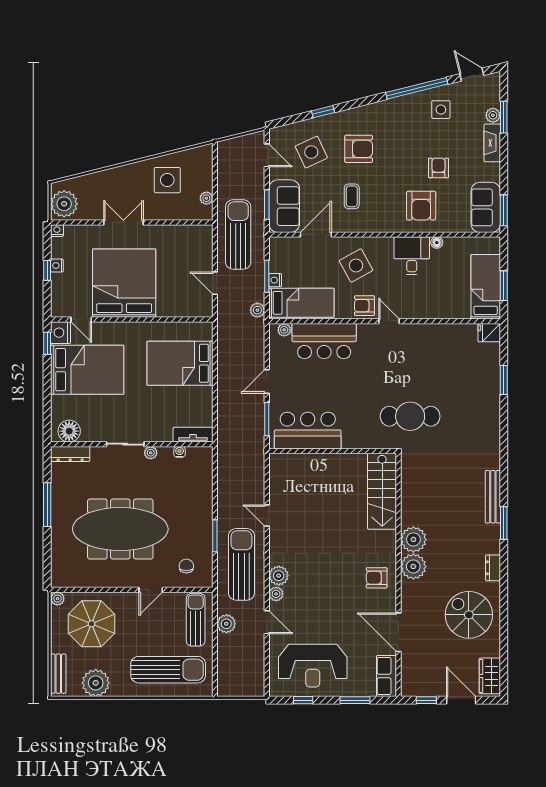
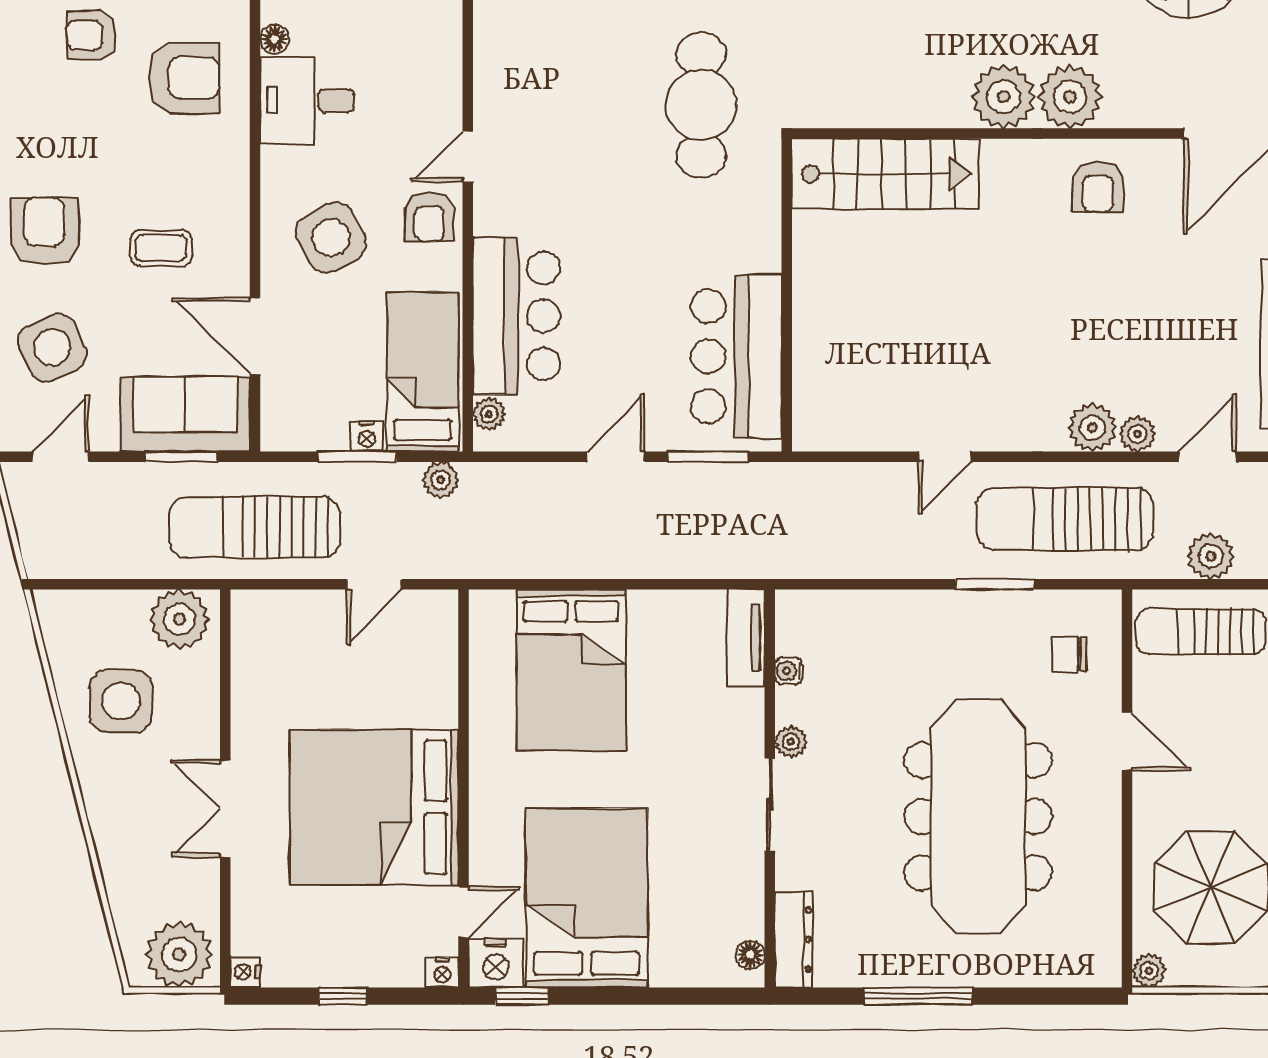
plant: (206, 198) -> (180, 619), width x1.87, depth x1.87
nightstand: (57, 265) -> (442, 972), moved
door: (267, 381) -> (616, 457), swing flipped
floor lamp: (69, 431) -> (750, 955), width x0.53, depth x0.53

